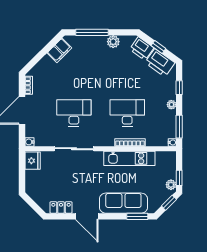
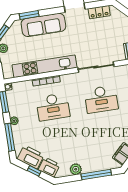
window: (179, 88) -> (10, 137), width x2.17
kitchen unit: (129, 158) -> (45, 66), width x1.36

